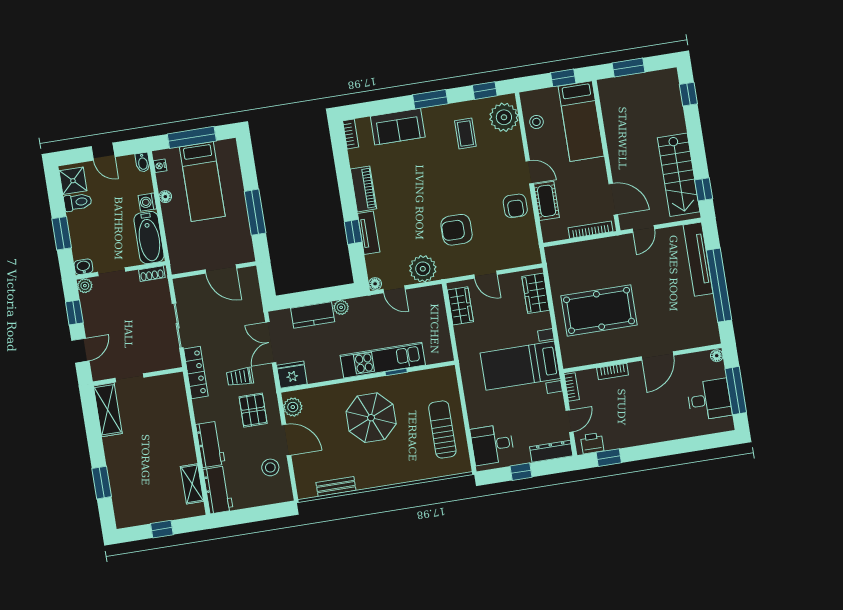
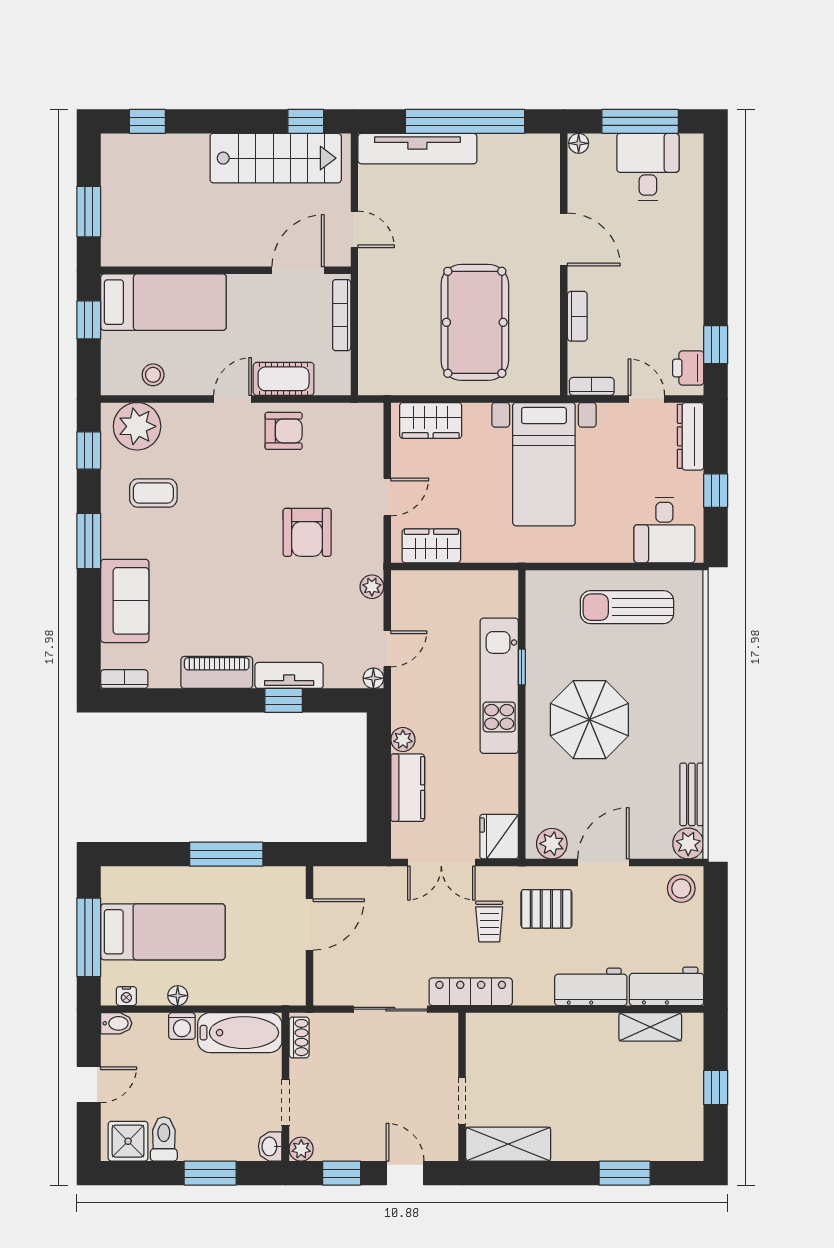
plant: (423, 269) -> (372, 587), width x0.53, depth x0.53
stool: (270, 467) -> (681, 889), moved
plant: (306, 489) -> (688, 844), added

